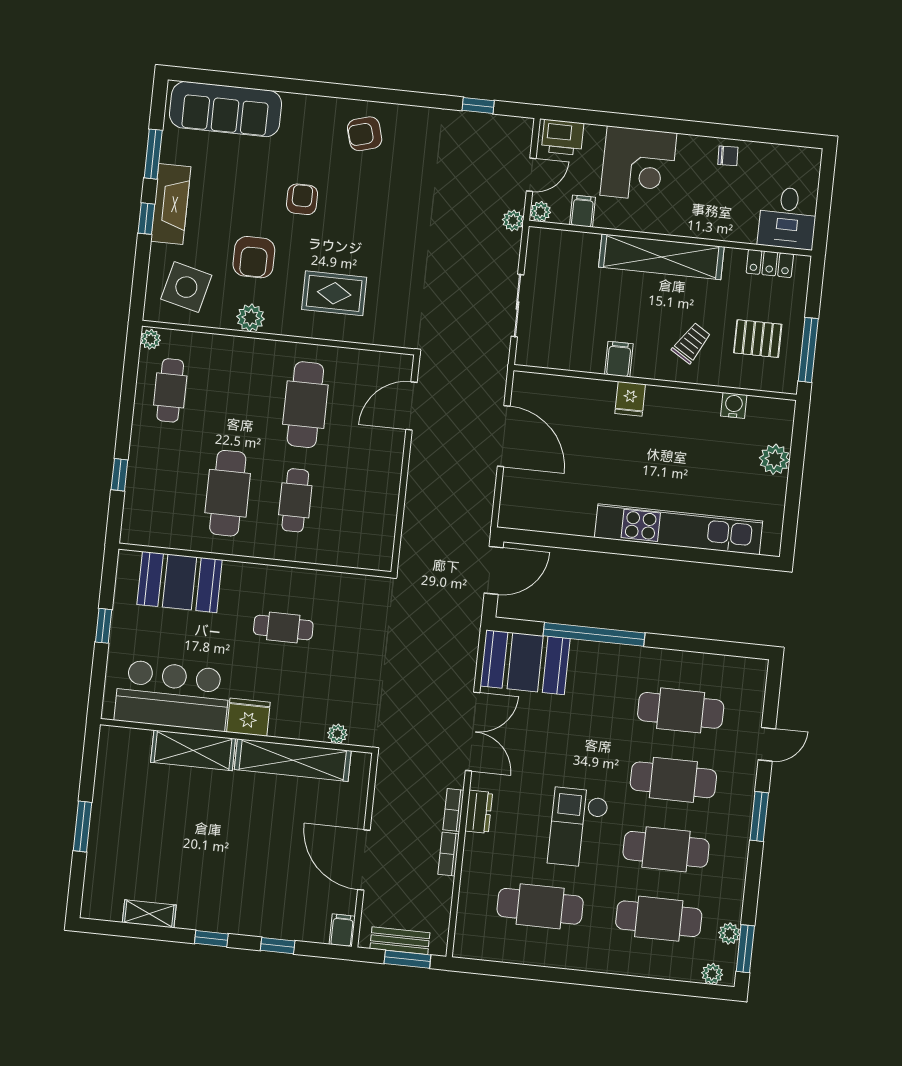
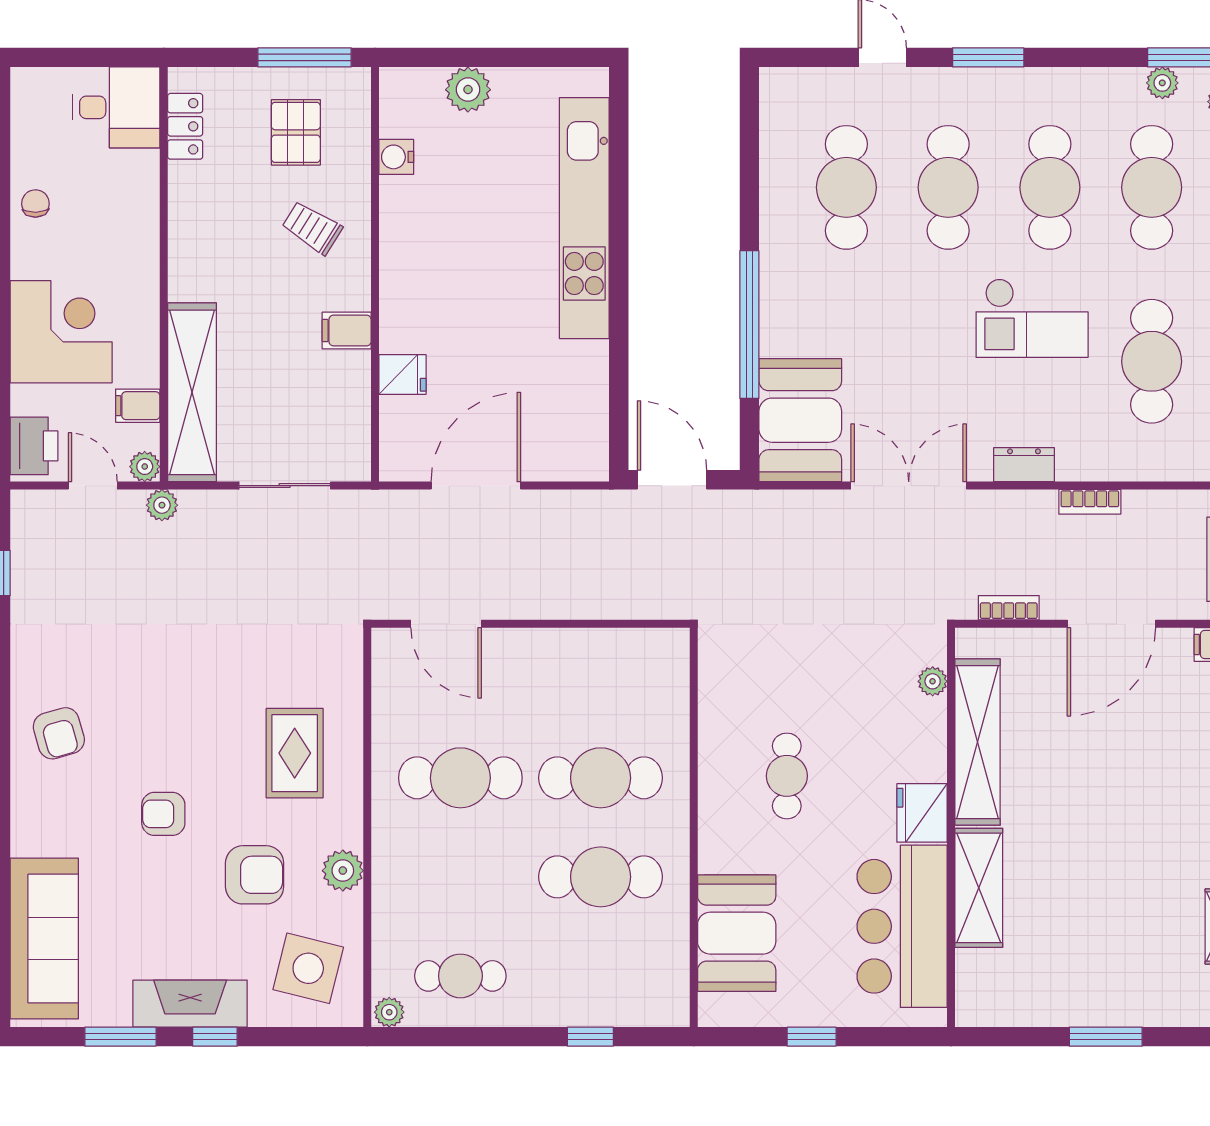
shelving: (661, 257) -> (192, 392), moved
fridge: (630, 399) -> (402, 374), moved
cafe table: (295, 500) -> (601, 778), width x1.37, depth x1.35
bookcase: (453, 810) -> (1009, 608), moved, turned 180

